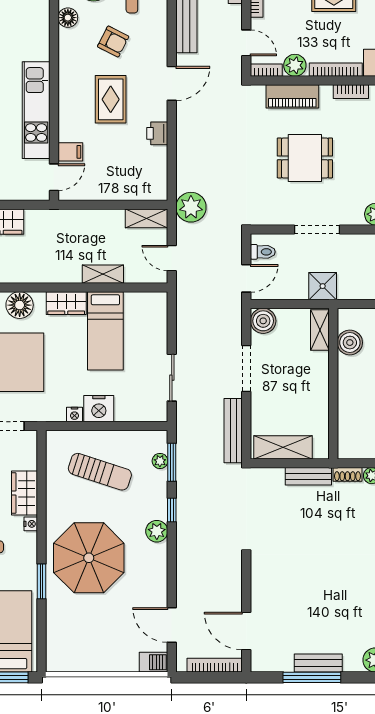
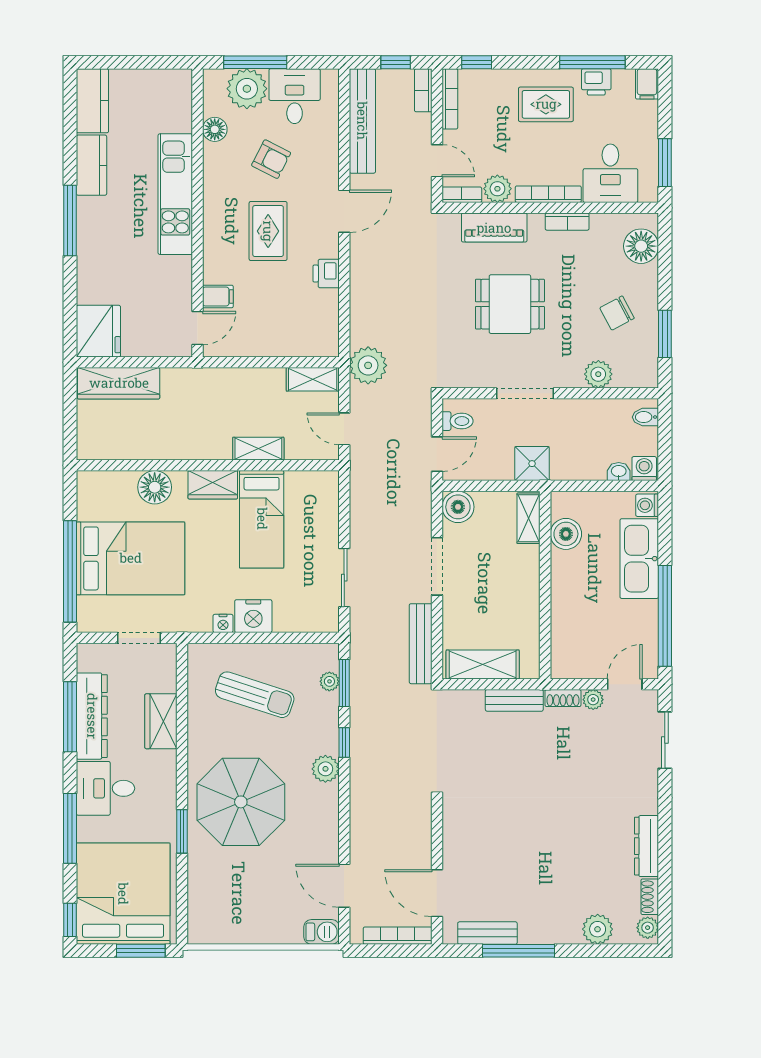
kitchen unit: (36, 110) -> (175, 194), moved
nightstand: (31, 524) -> (169, 760), removed
bench: (318, 663) -> (487, 933), moved

